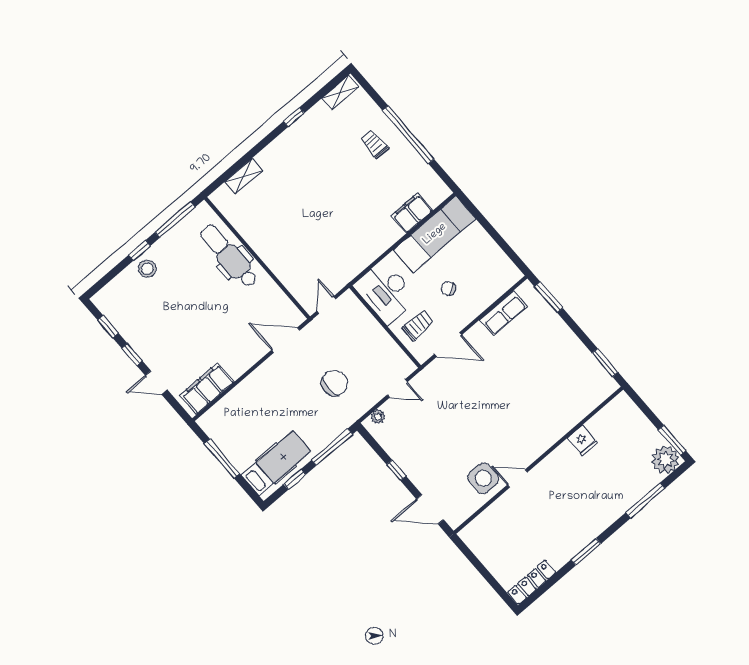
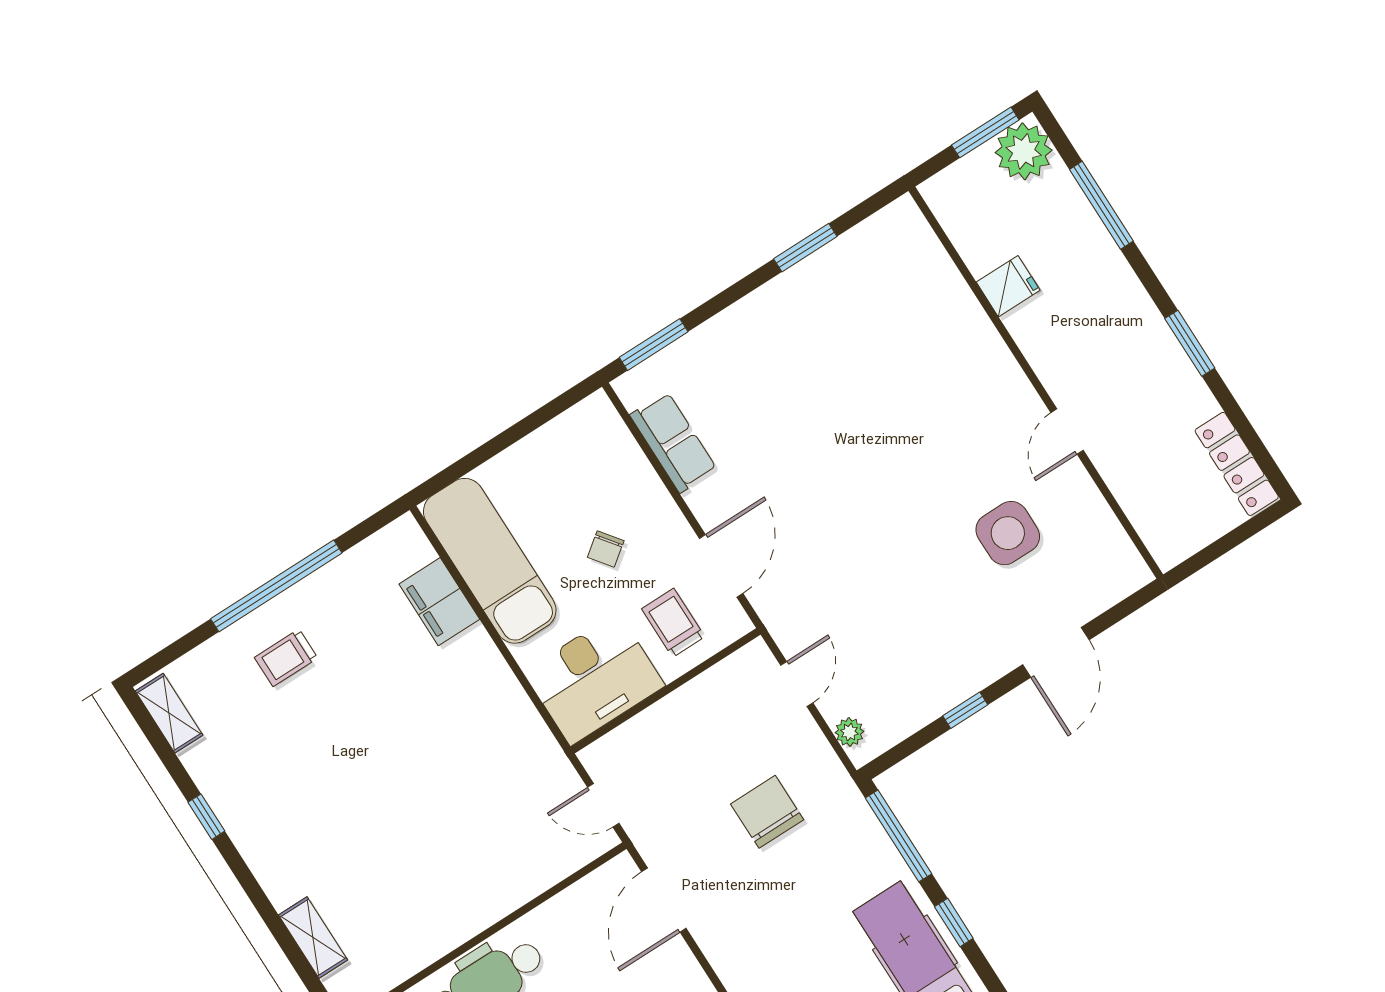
fridge: (582, 441) -> (1008, 286), moved
wall: (538, 460) -> (1036, 383), moved
door: (517, 478) -> (1067, 431), moved

